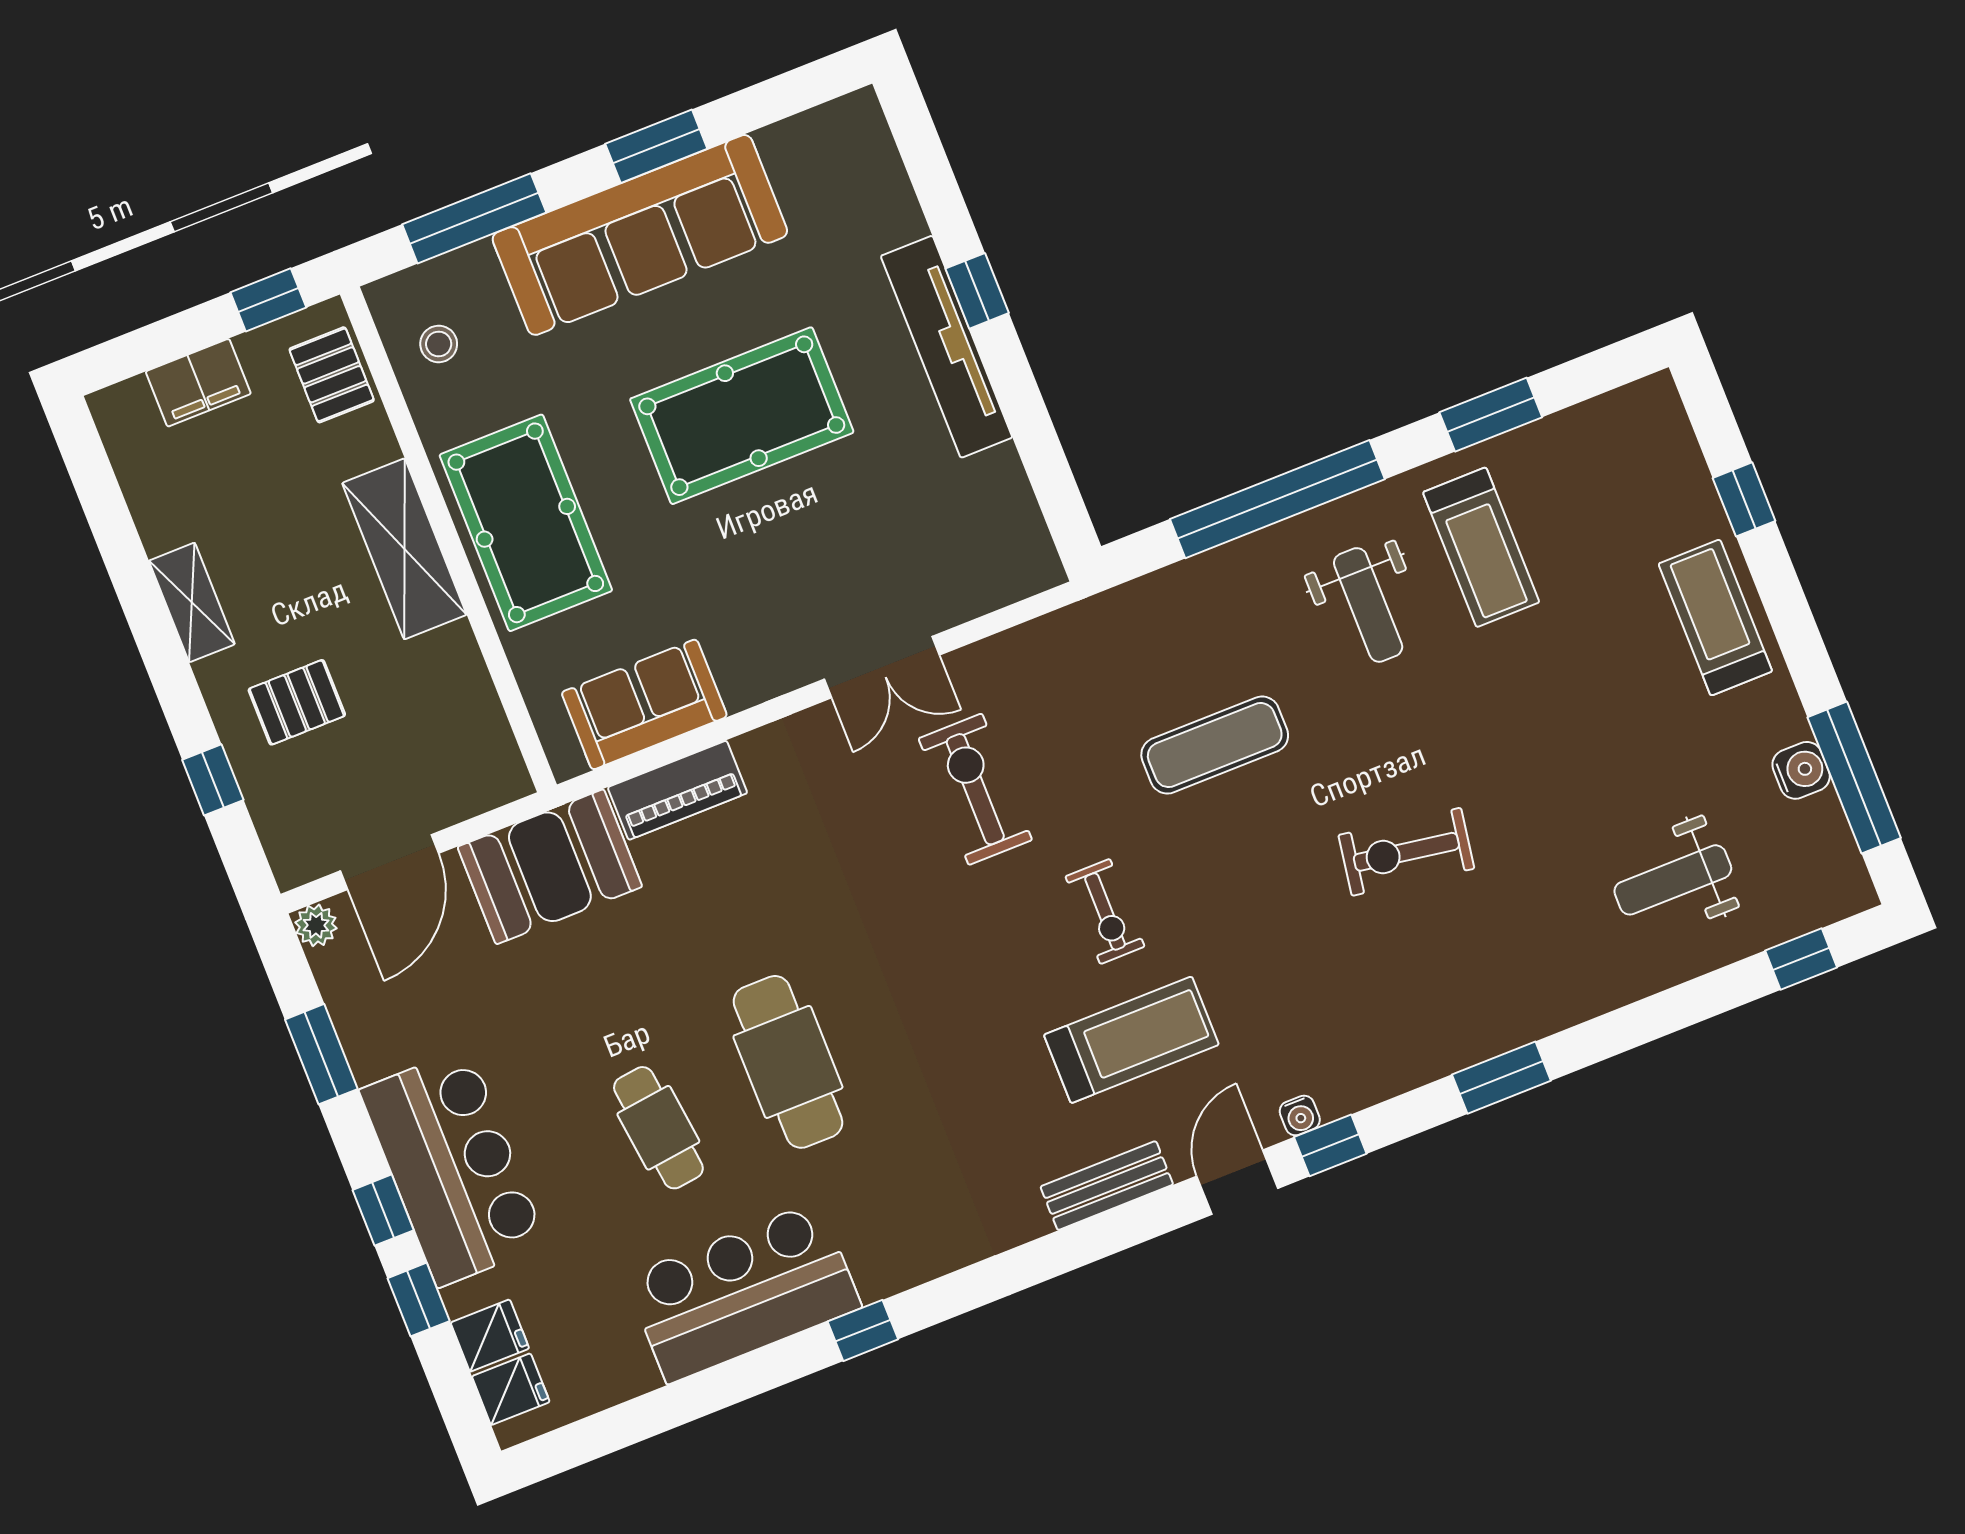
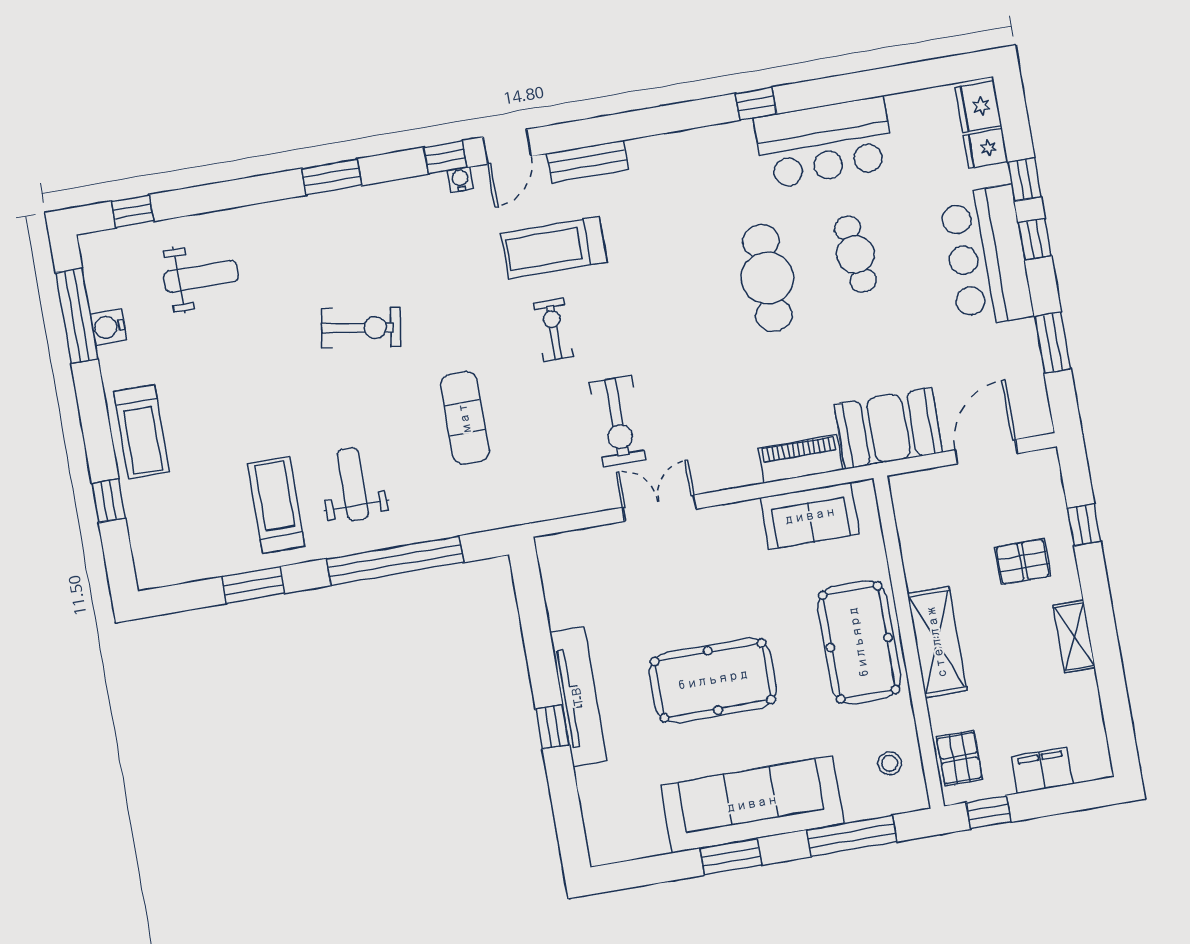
exercise mat: (1215, 745) -> (465, 418), turned 90
plant: (316, 925) -> (1039, 422), removed
fridge: (511, 1389) -> (978, 107), width x1.38

